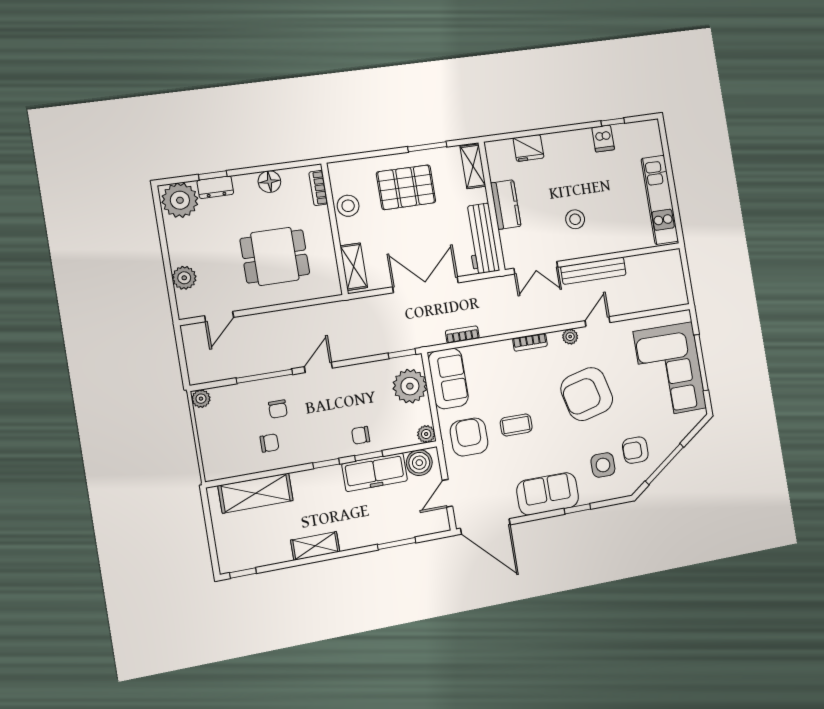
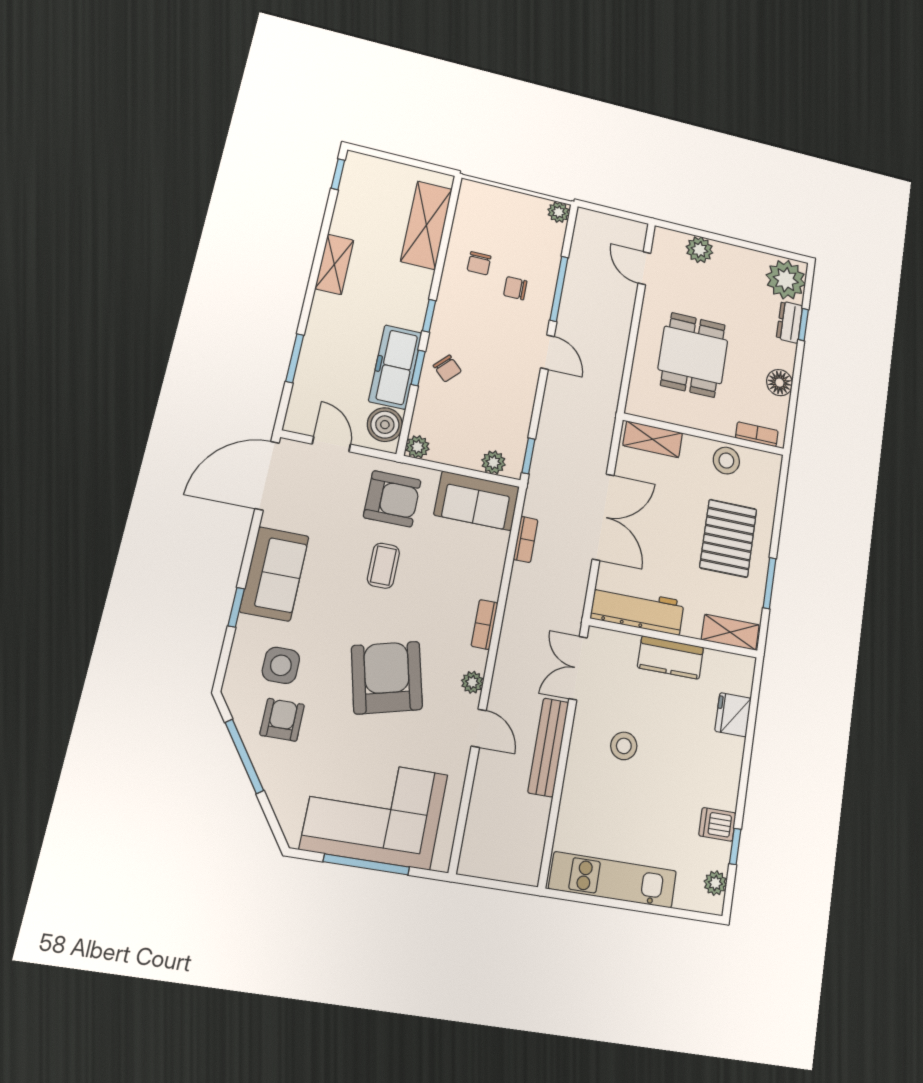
plant: (640, 129) -> (715, 883), added
plant: (410, 386) -> (493, 462), width x0.53, depth x0.53
chair: (361, 435) -> (447, 368), turned 134

